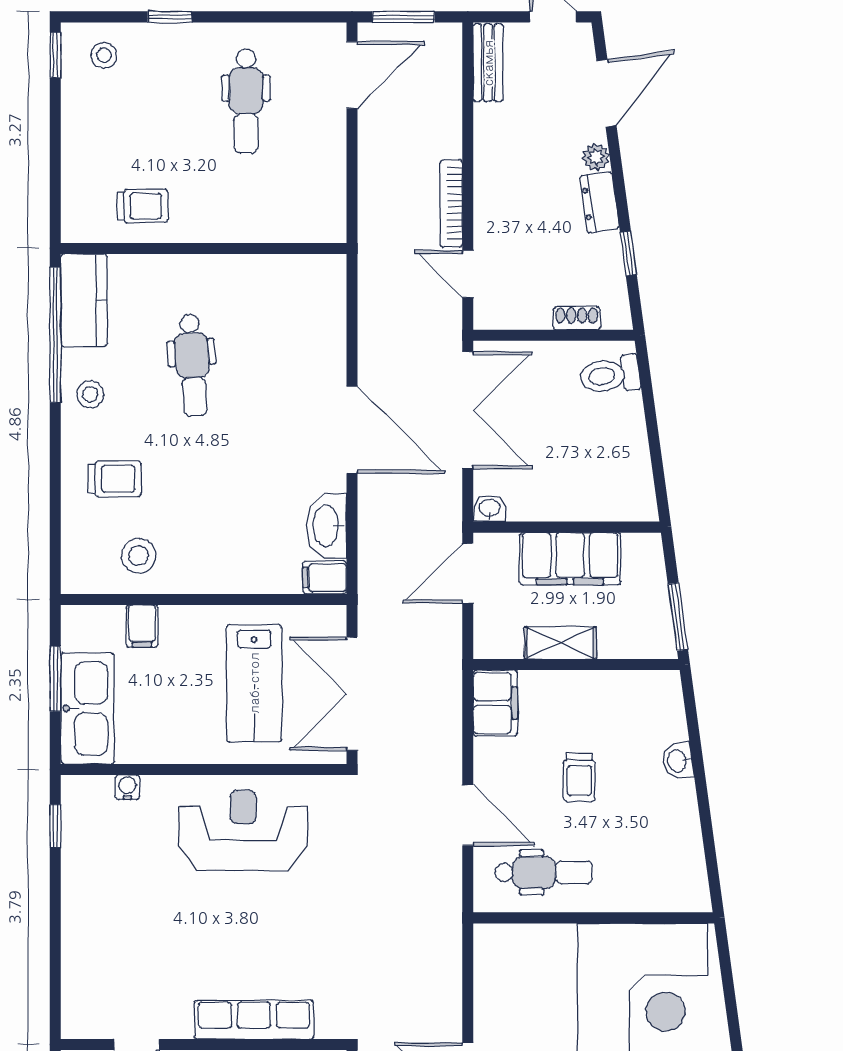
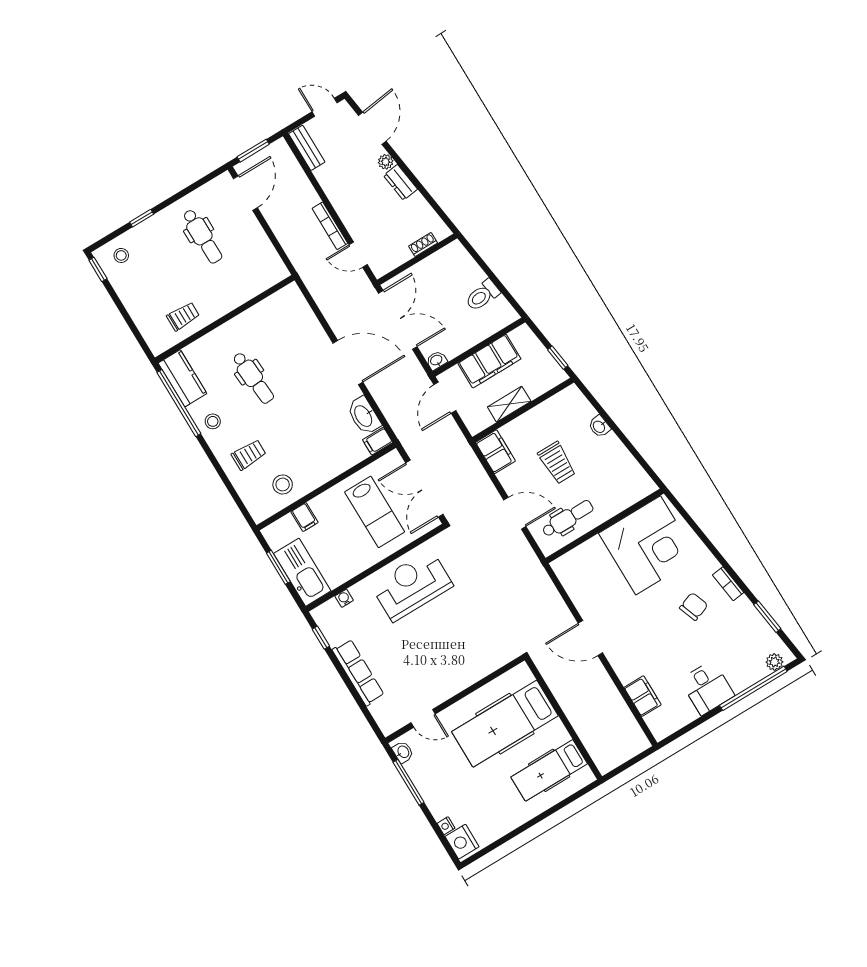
window: (628, 253) -> (429, 198), removed
toilet: (610, 375) -> (482, 295), moved
window: (678, 617) -> (558, 358), width x0.67
trolley: (579, 777) -> (557, 463), width x1.36, depth x1.39
row of seats: (254, 1020) -> (358, 672), moved, turned 90

